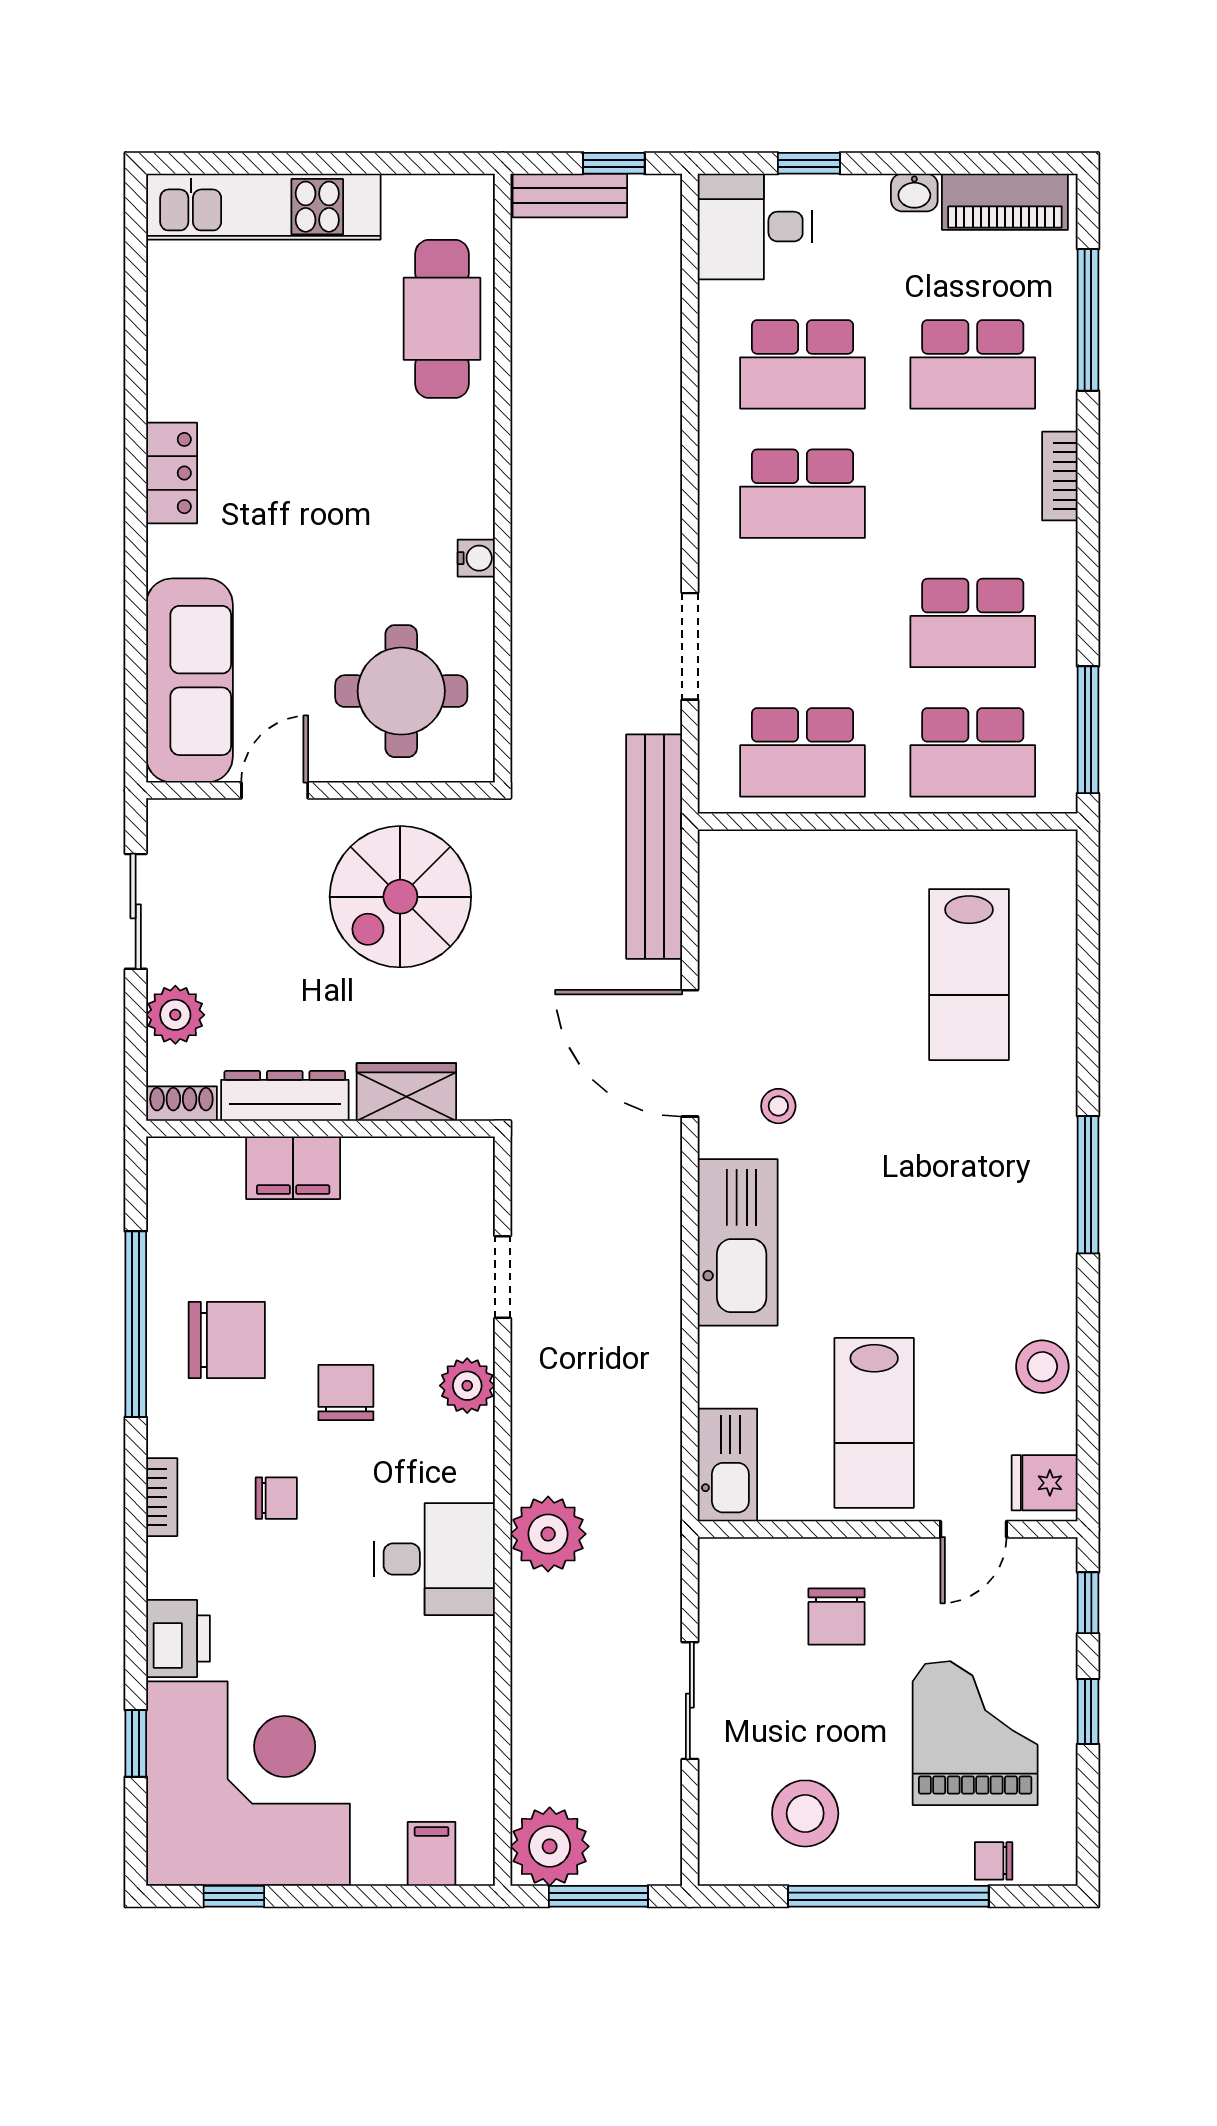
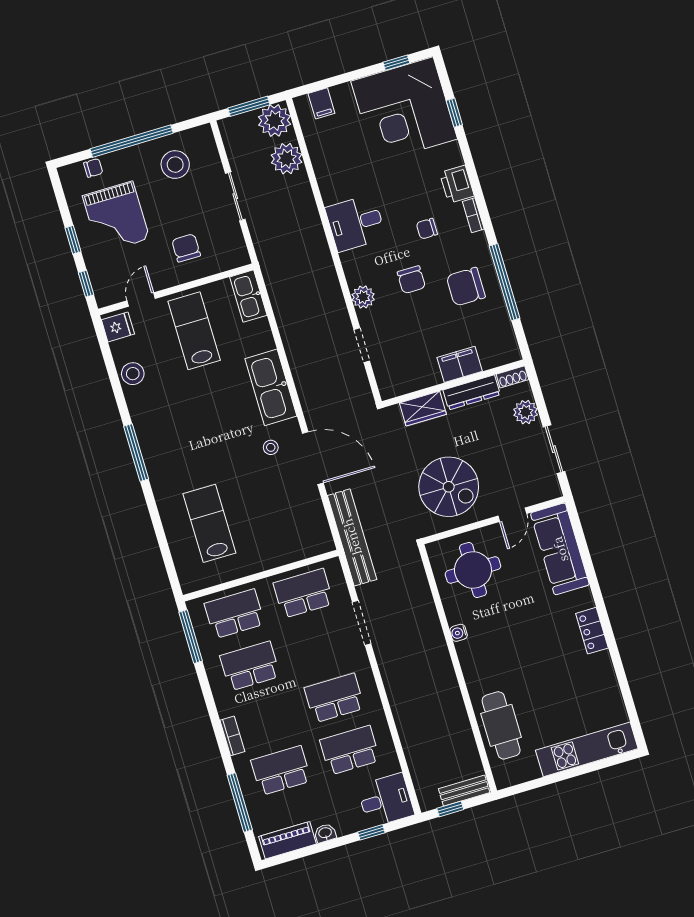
spiral stairs: (400, 897) -> (449, 487), turned 90
plant: (548, 1534) -> (287, 159), moved
printer: (178, 1639) -> (457, 184), moved

